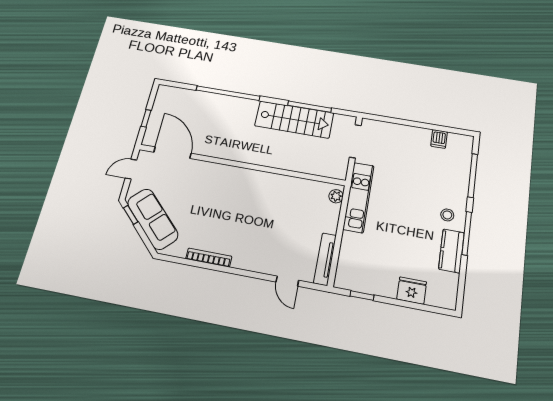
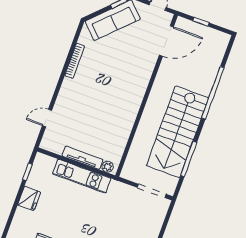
stairs: (294, 119) -> (178, 132), width x1.36, depth x1.51
kitchen unit: (359, 197) -> (82, 176), moved
tv unit: (325, 259) -> (82, 158), moved
fridge: (412, 291) -> (29, 198), moved

